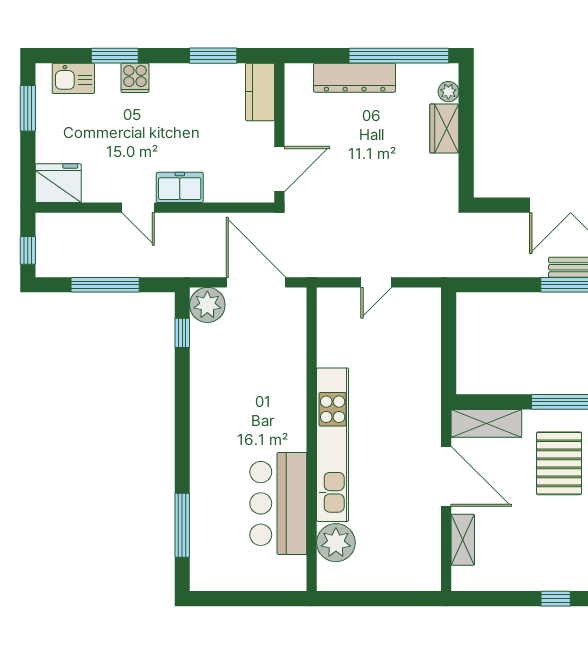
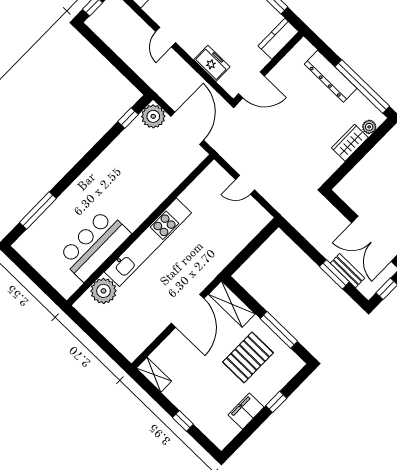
freezer: (180, 187) -> (212, 63), moved
window: (105, 285) -> (114, 59), removed
shelving: (463, 540) -> (154, 375), moved, turned 90

